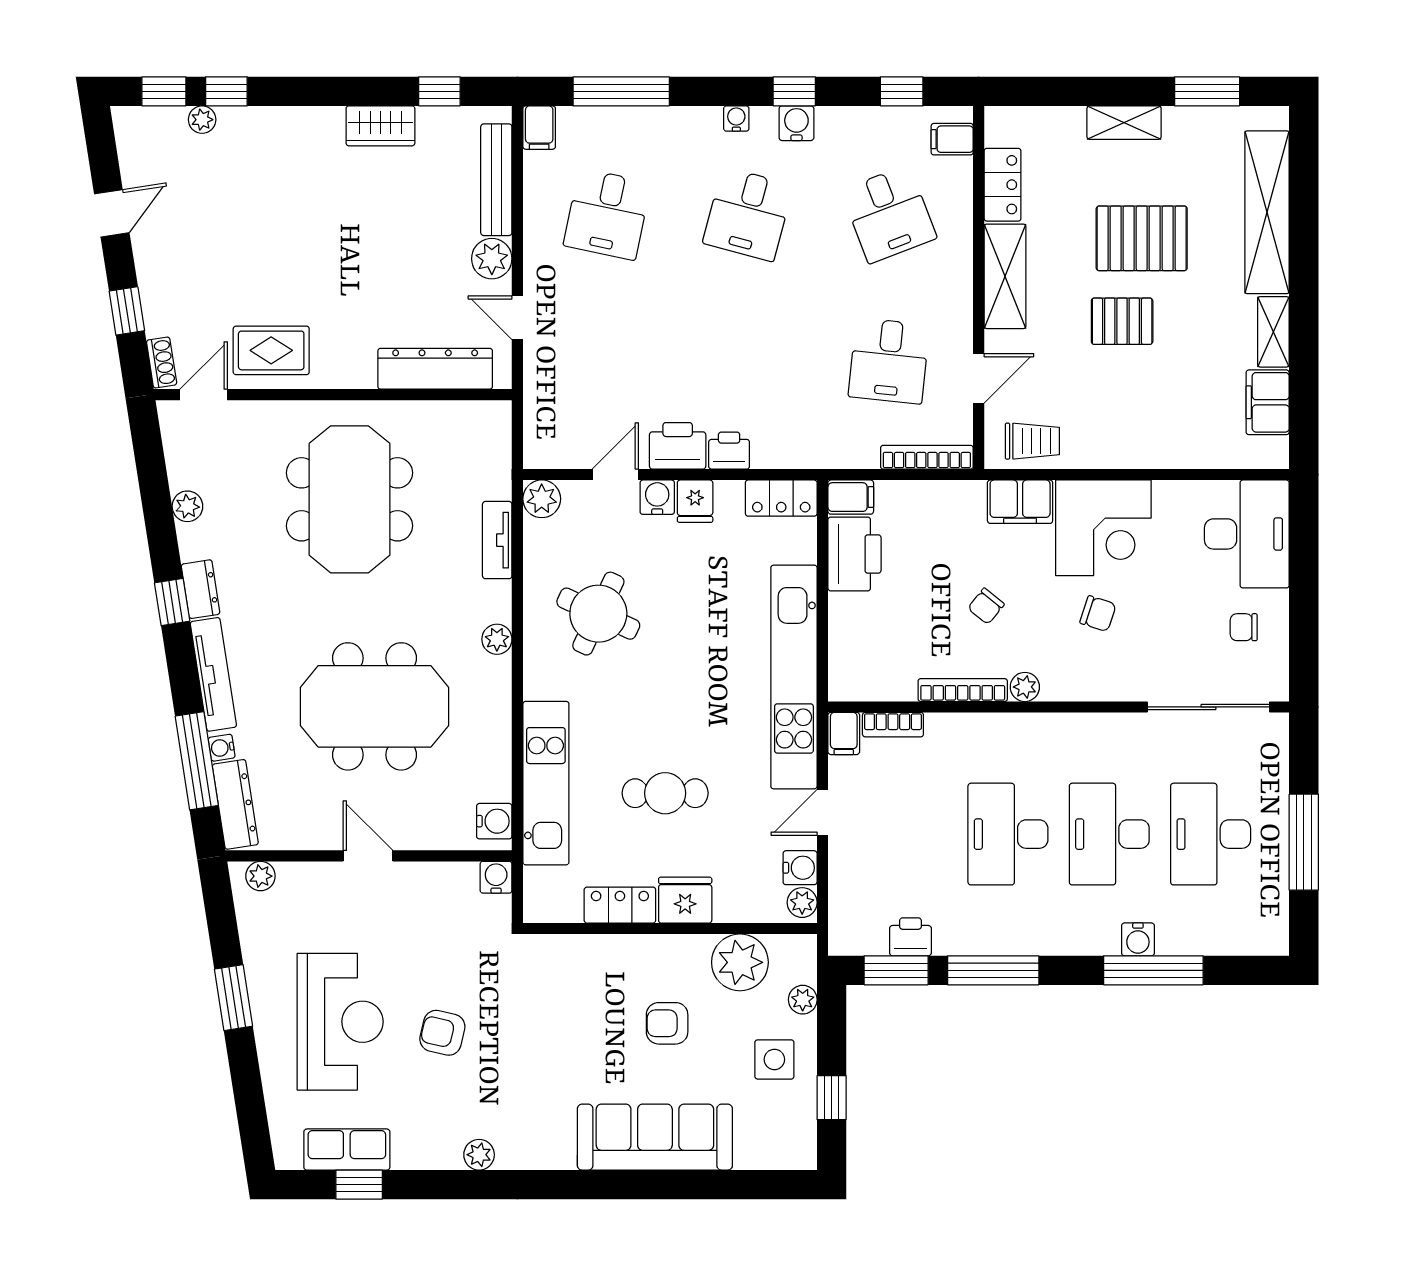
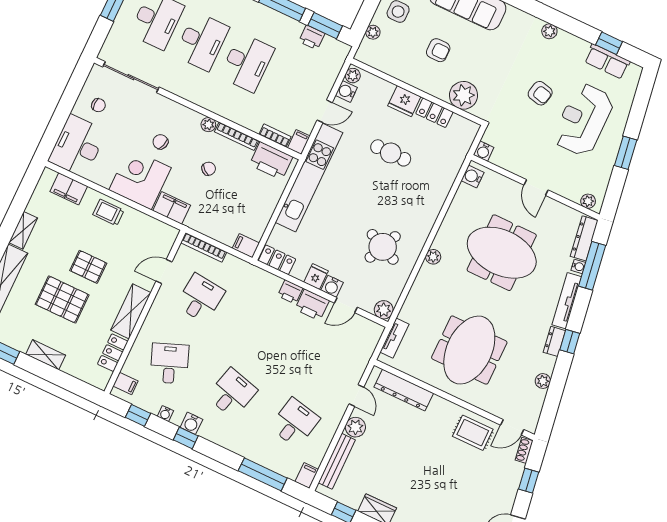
water cooler: (736, 119) -> (165, 414), moved
filing cabinet: (1268, 402) -> (69, 189), moved, turned 90
trolley: (1032, 441) -> (108, 212), moved
tv unit: (497, 540) -> (395, 338), moved
printer: (854, 554) -> (271, 161), moved, turned -90
kitchen unit: (546, 783) -> (442, 183), removed
plant: (740, 962) -> (464, 95), moved

